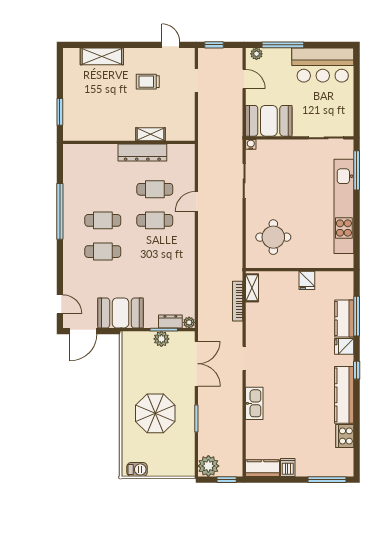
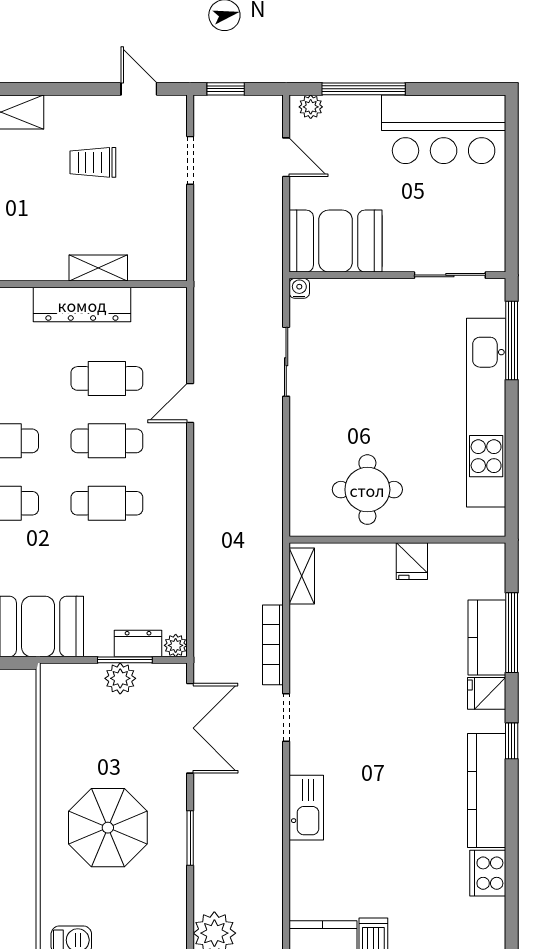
round table: (273, 237) -> (367, 490), moved
cafe table: (155, 252) -> (107, 503), added
bookcase: (238, 301) -> (273, 645), moved

